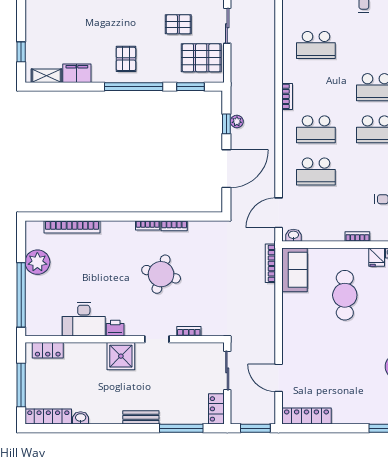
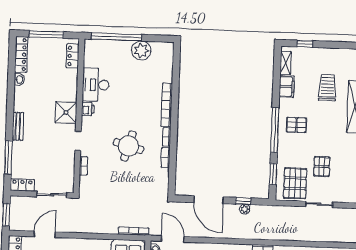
trolley: (77, 21) -> (327, 88), added
bookcase: (72, 227) -> (167, 105), moved

